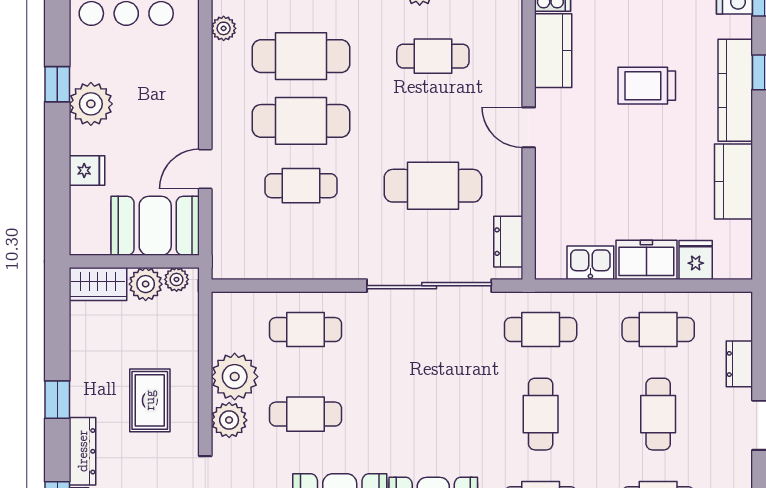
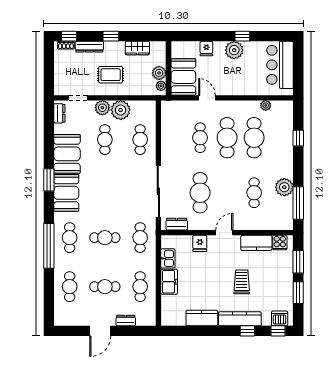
fridge: (696, 260) -> (200, 243), moved, turned 90
wardrobe: (98, 284) -> (137, 48), moved, turned -90

